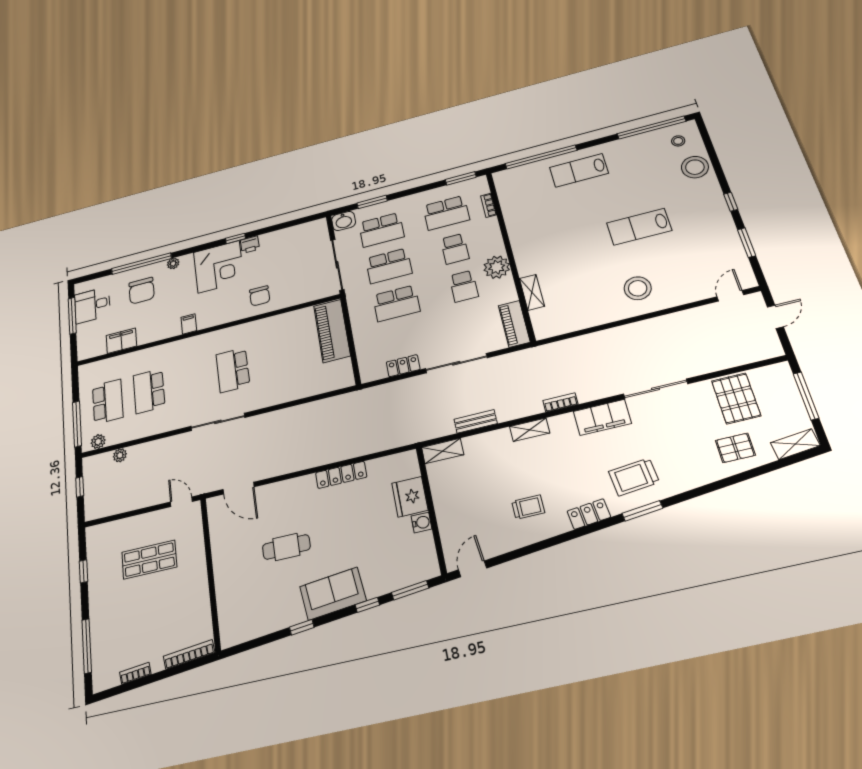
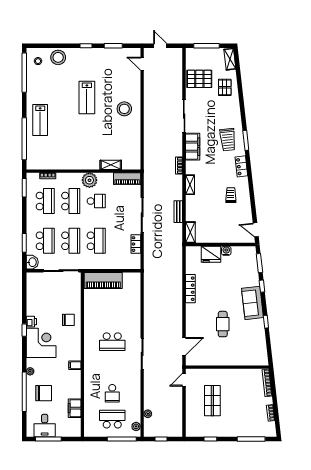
school desk: (455, 249) -> (71, 201), width x1.85
school desk: (149, 391) -> (112, 393), width x0.54

